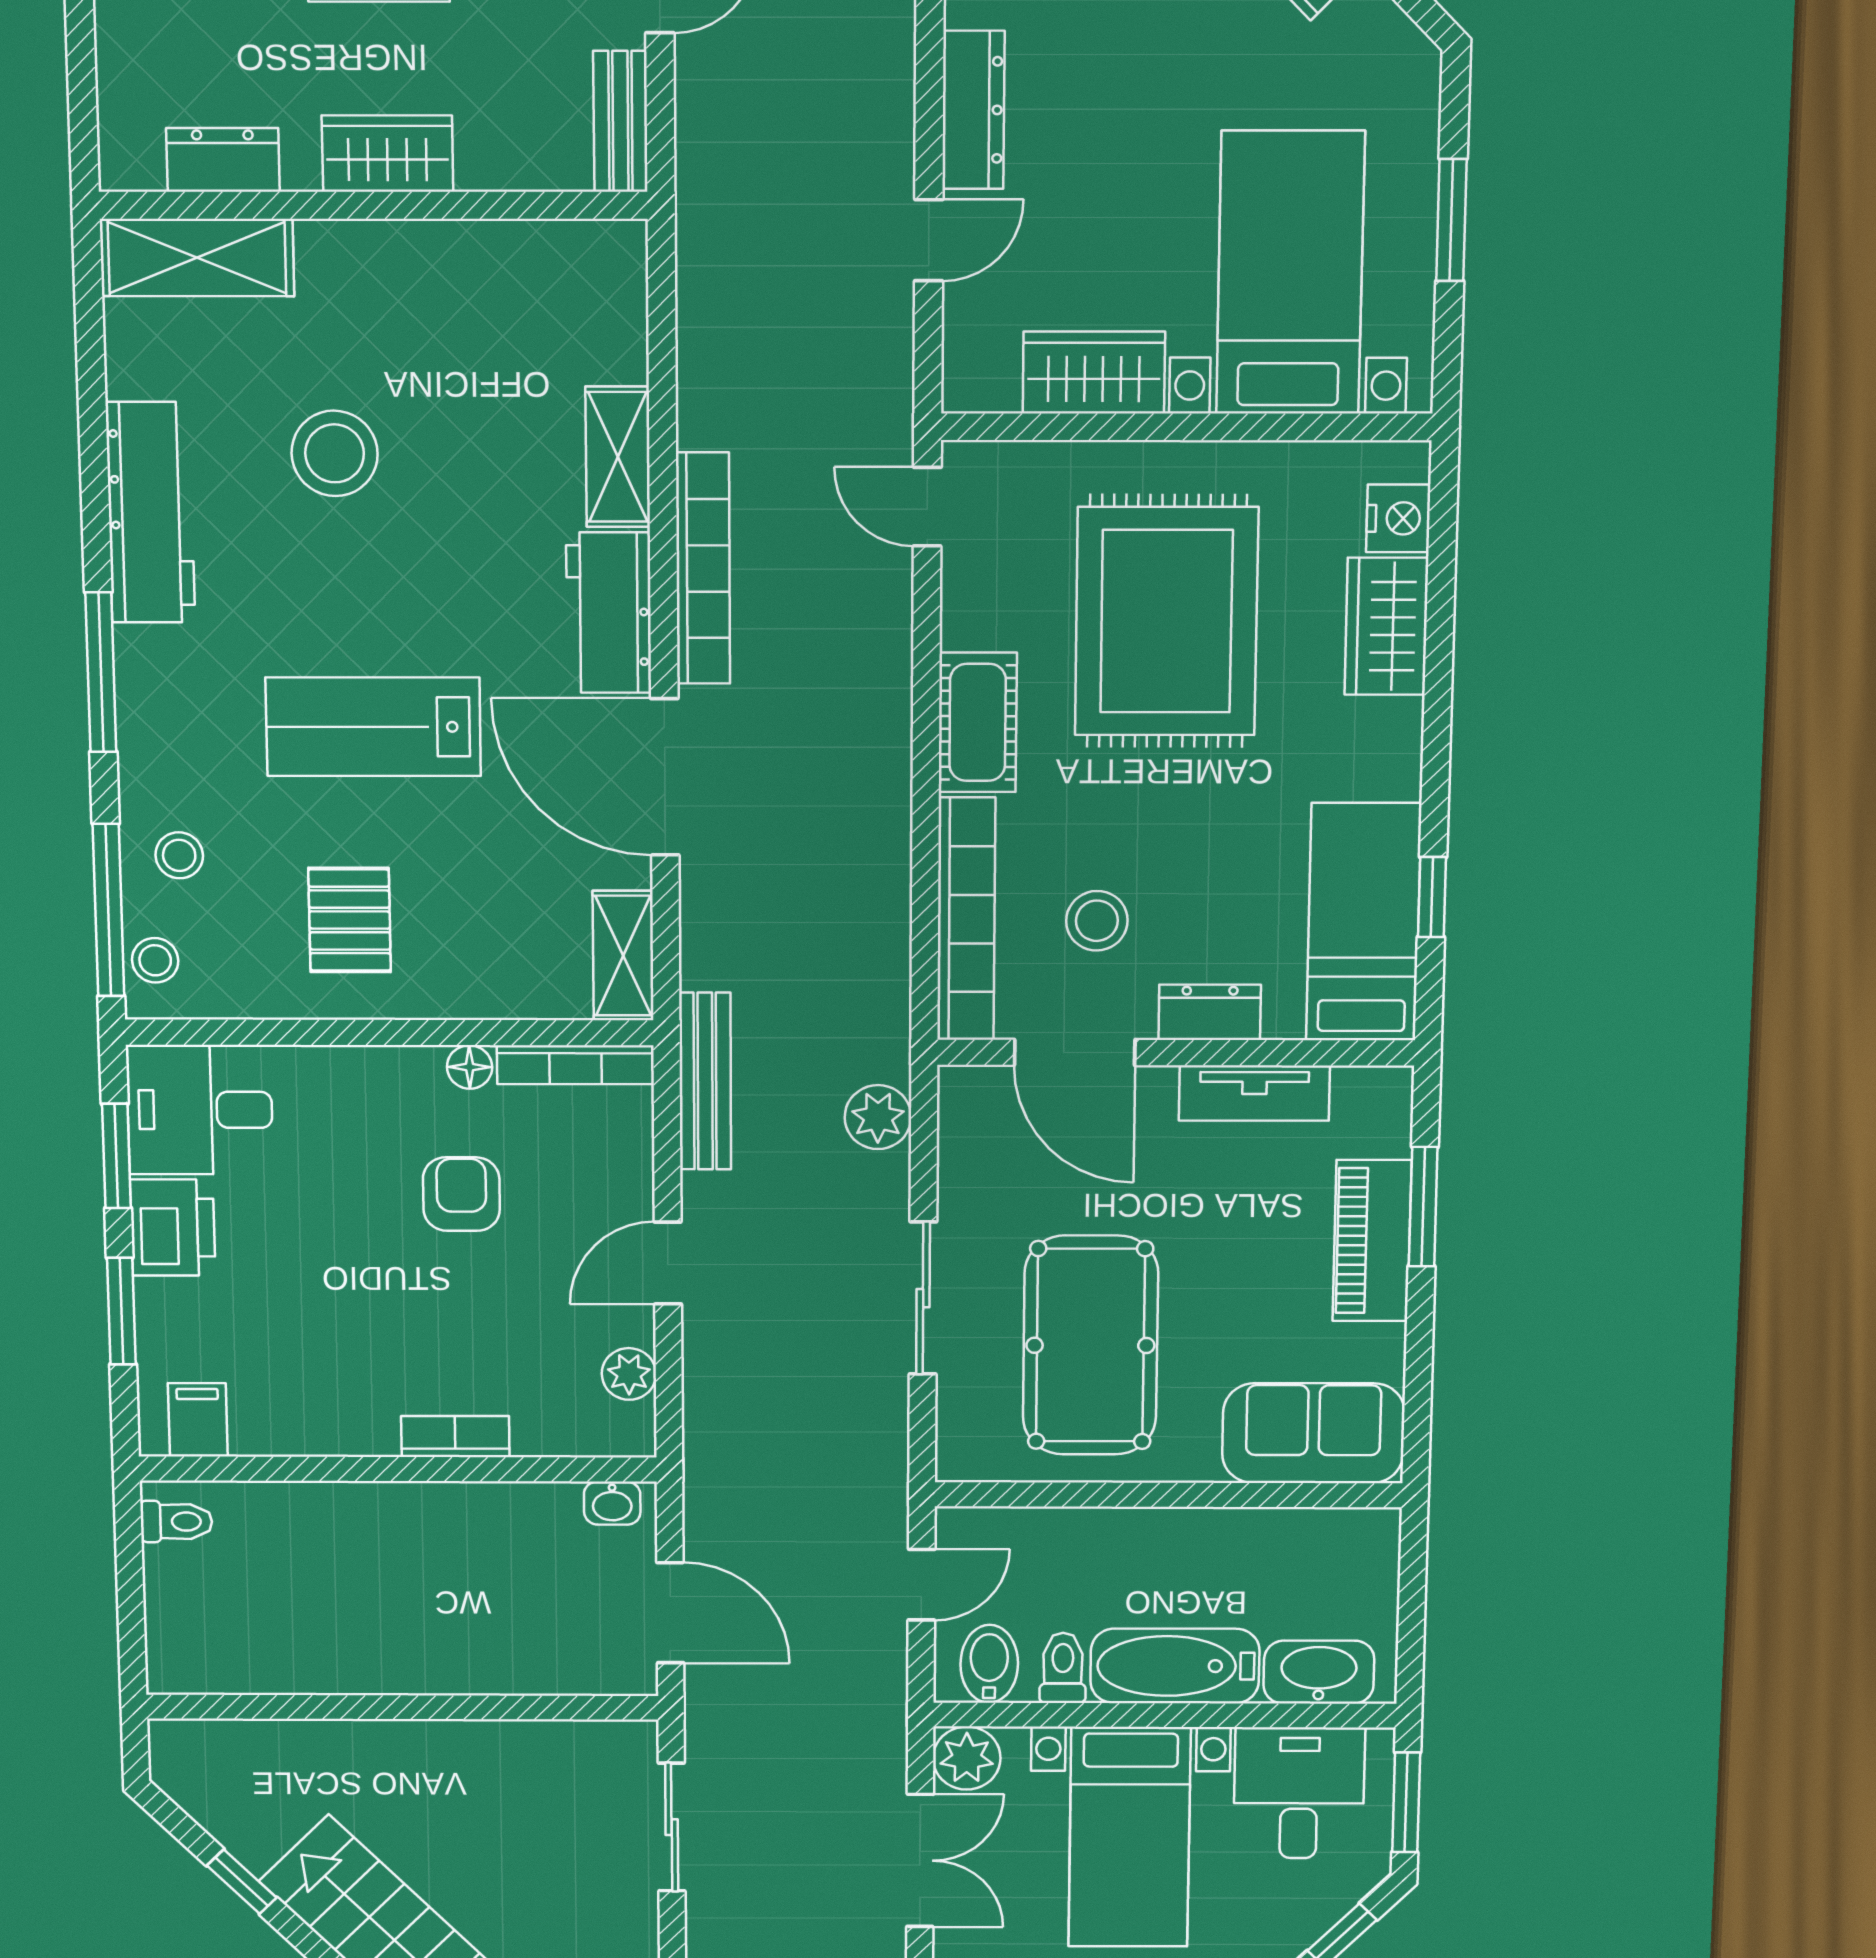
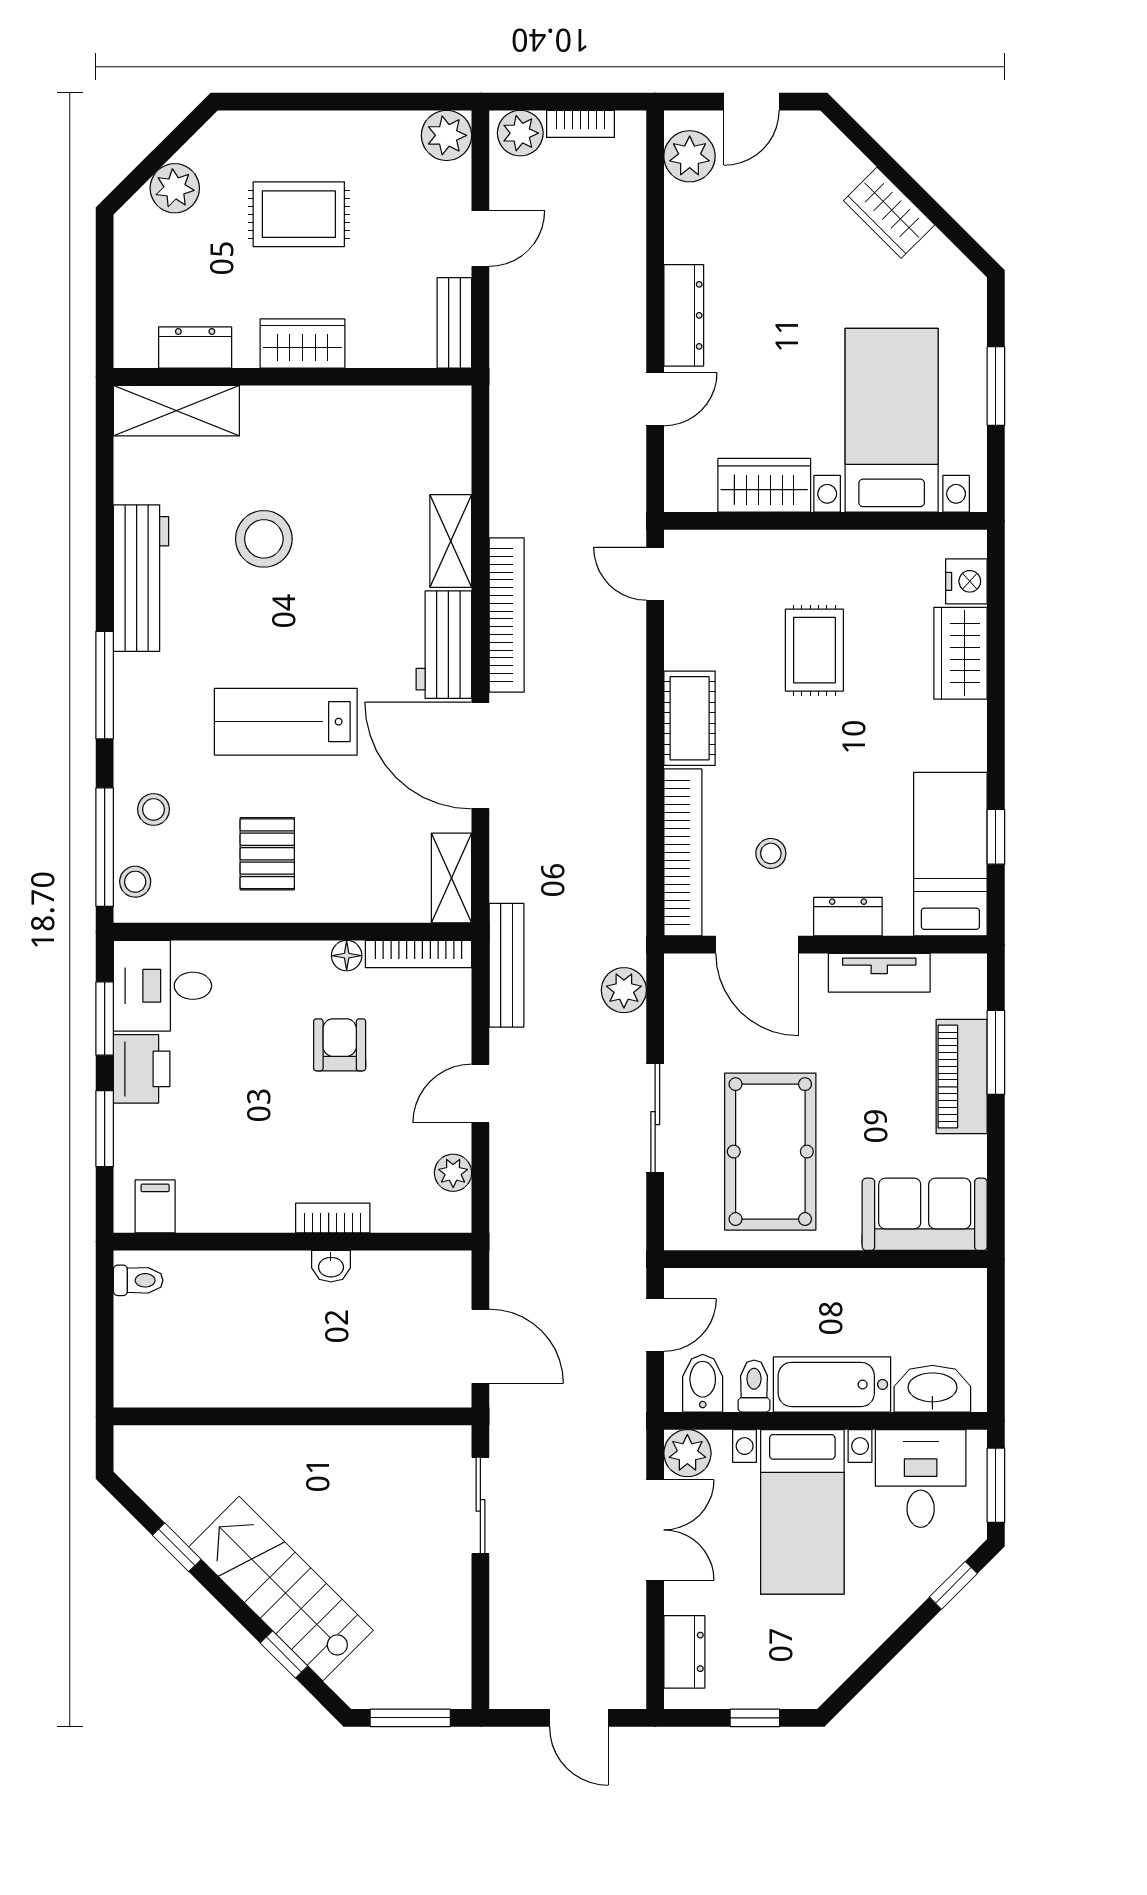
rug: (1166, 621) -> (814, 650), width x0.54, depth x0.49
stool: (1097, 921) -> (771, 853), width x0.73, depth x0.73
washbasin: (612, 1503) -> (331, 1266), moved

